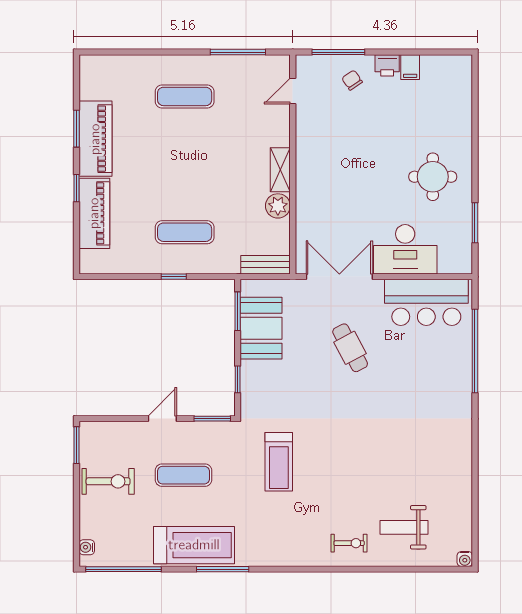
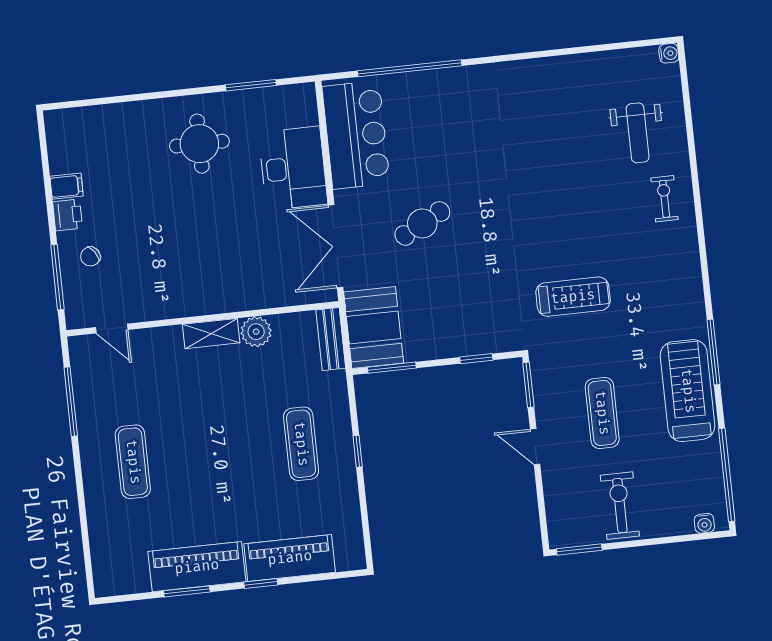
booth: (261, 328) -> (374, 327), moved, turned 90

